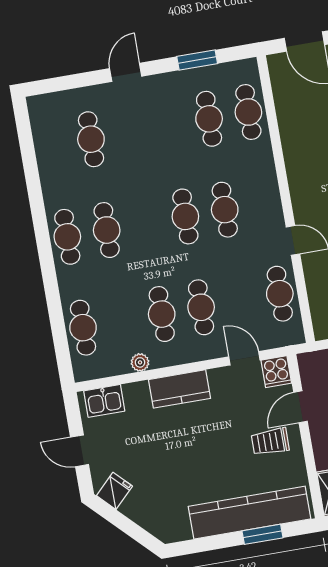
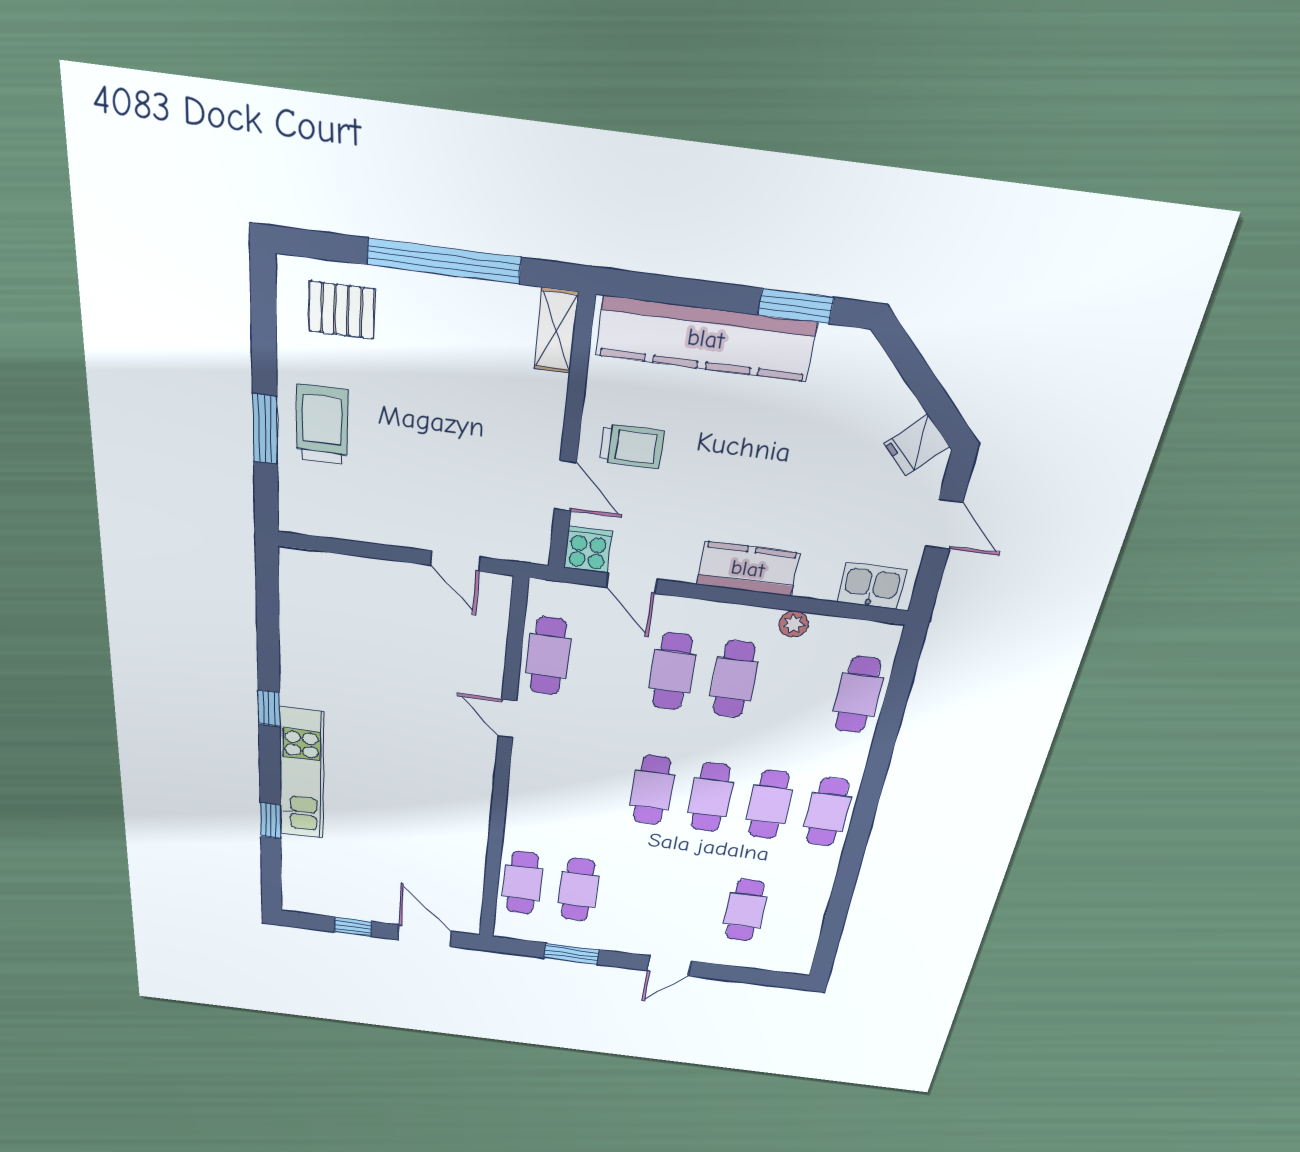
cafe table: (225, 210) -> (711, 797), moved
door: (301, 407) -> (565, 486), hinge flipped
window: (263, 534) -> (796, 306), moved

